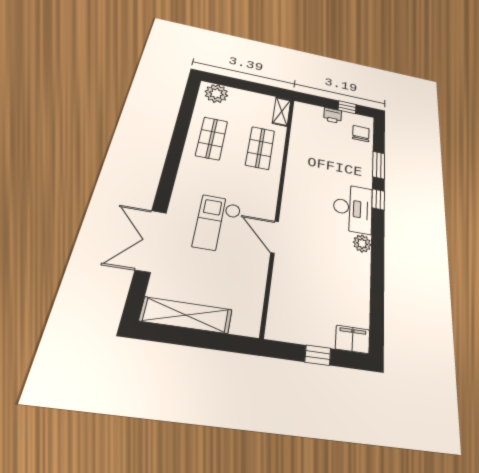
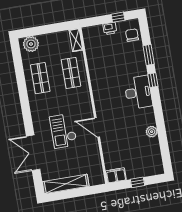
plant: (362, 244) -> (152, 132), moved
filing cabinet: (353, 339) -> (116, 175), moved

